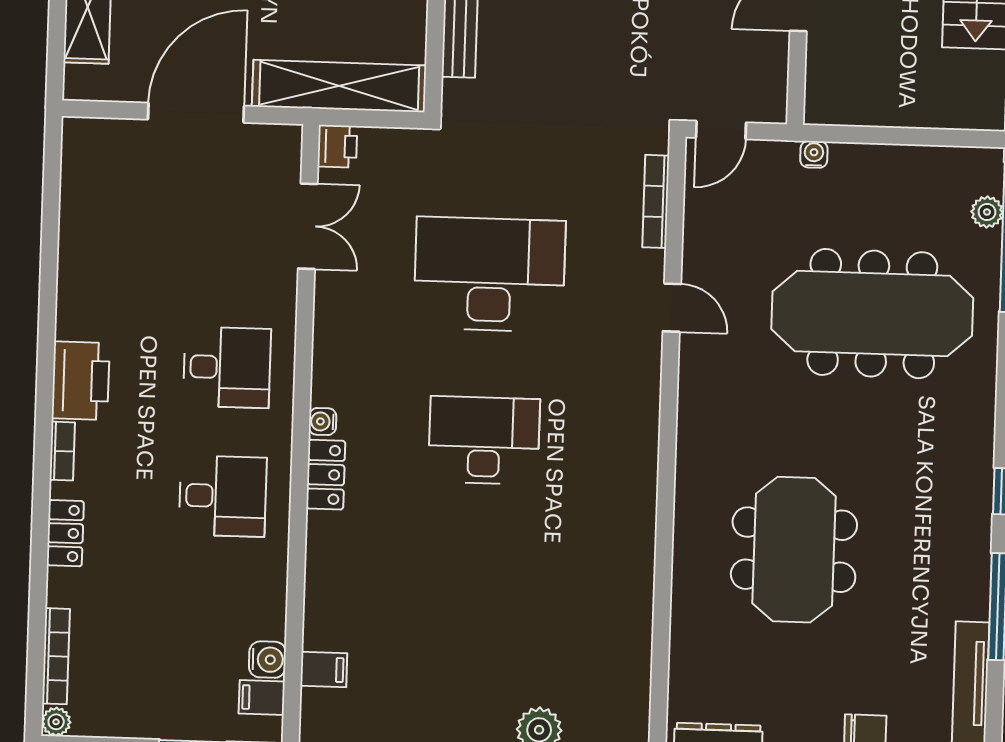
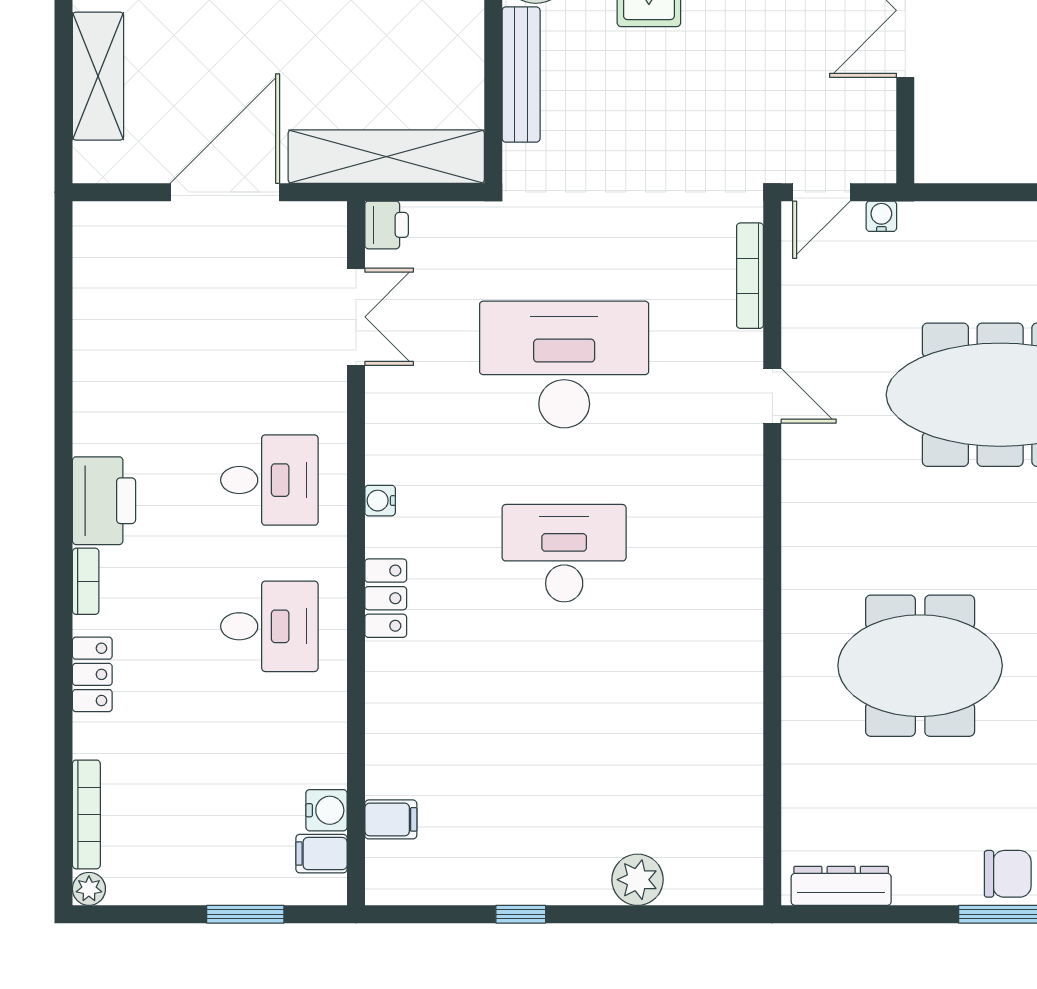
water cooler: (814, 154) -> (881, 216), moved
water cooler: (323, 422) -> (380, 501), moved
meeting table: (794, 550) -> (920, 666), turned 90

